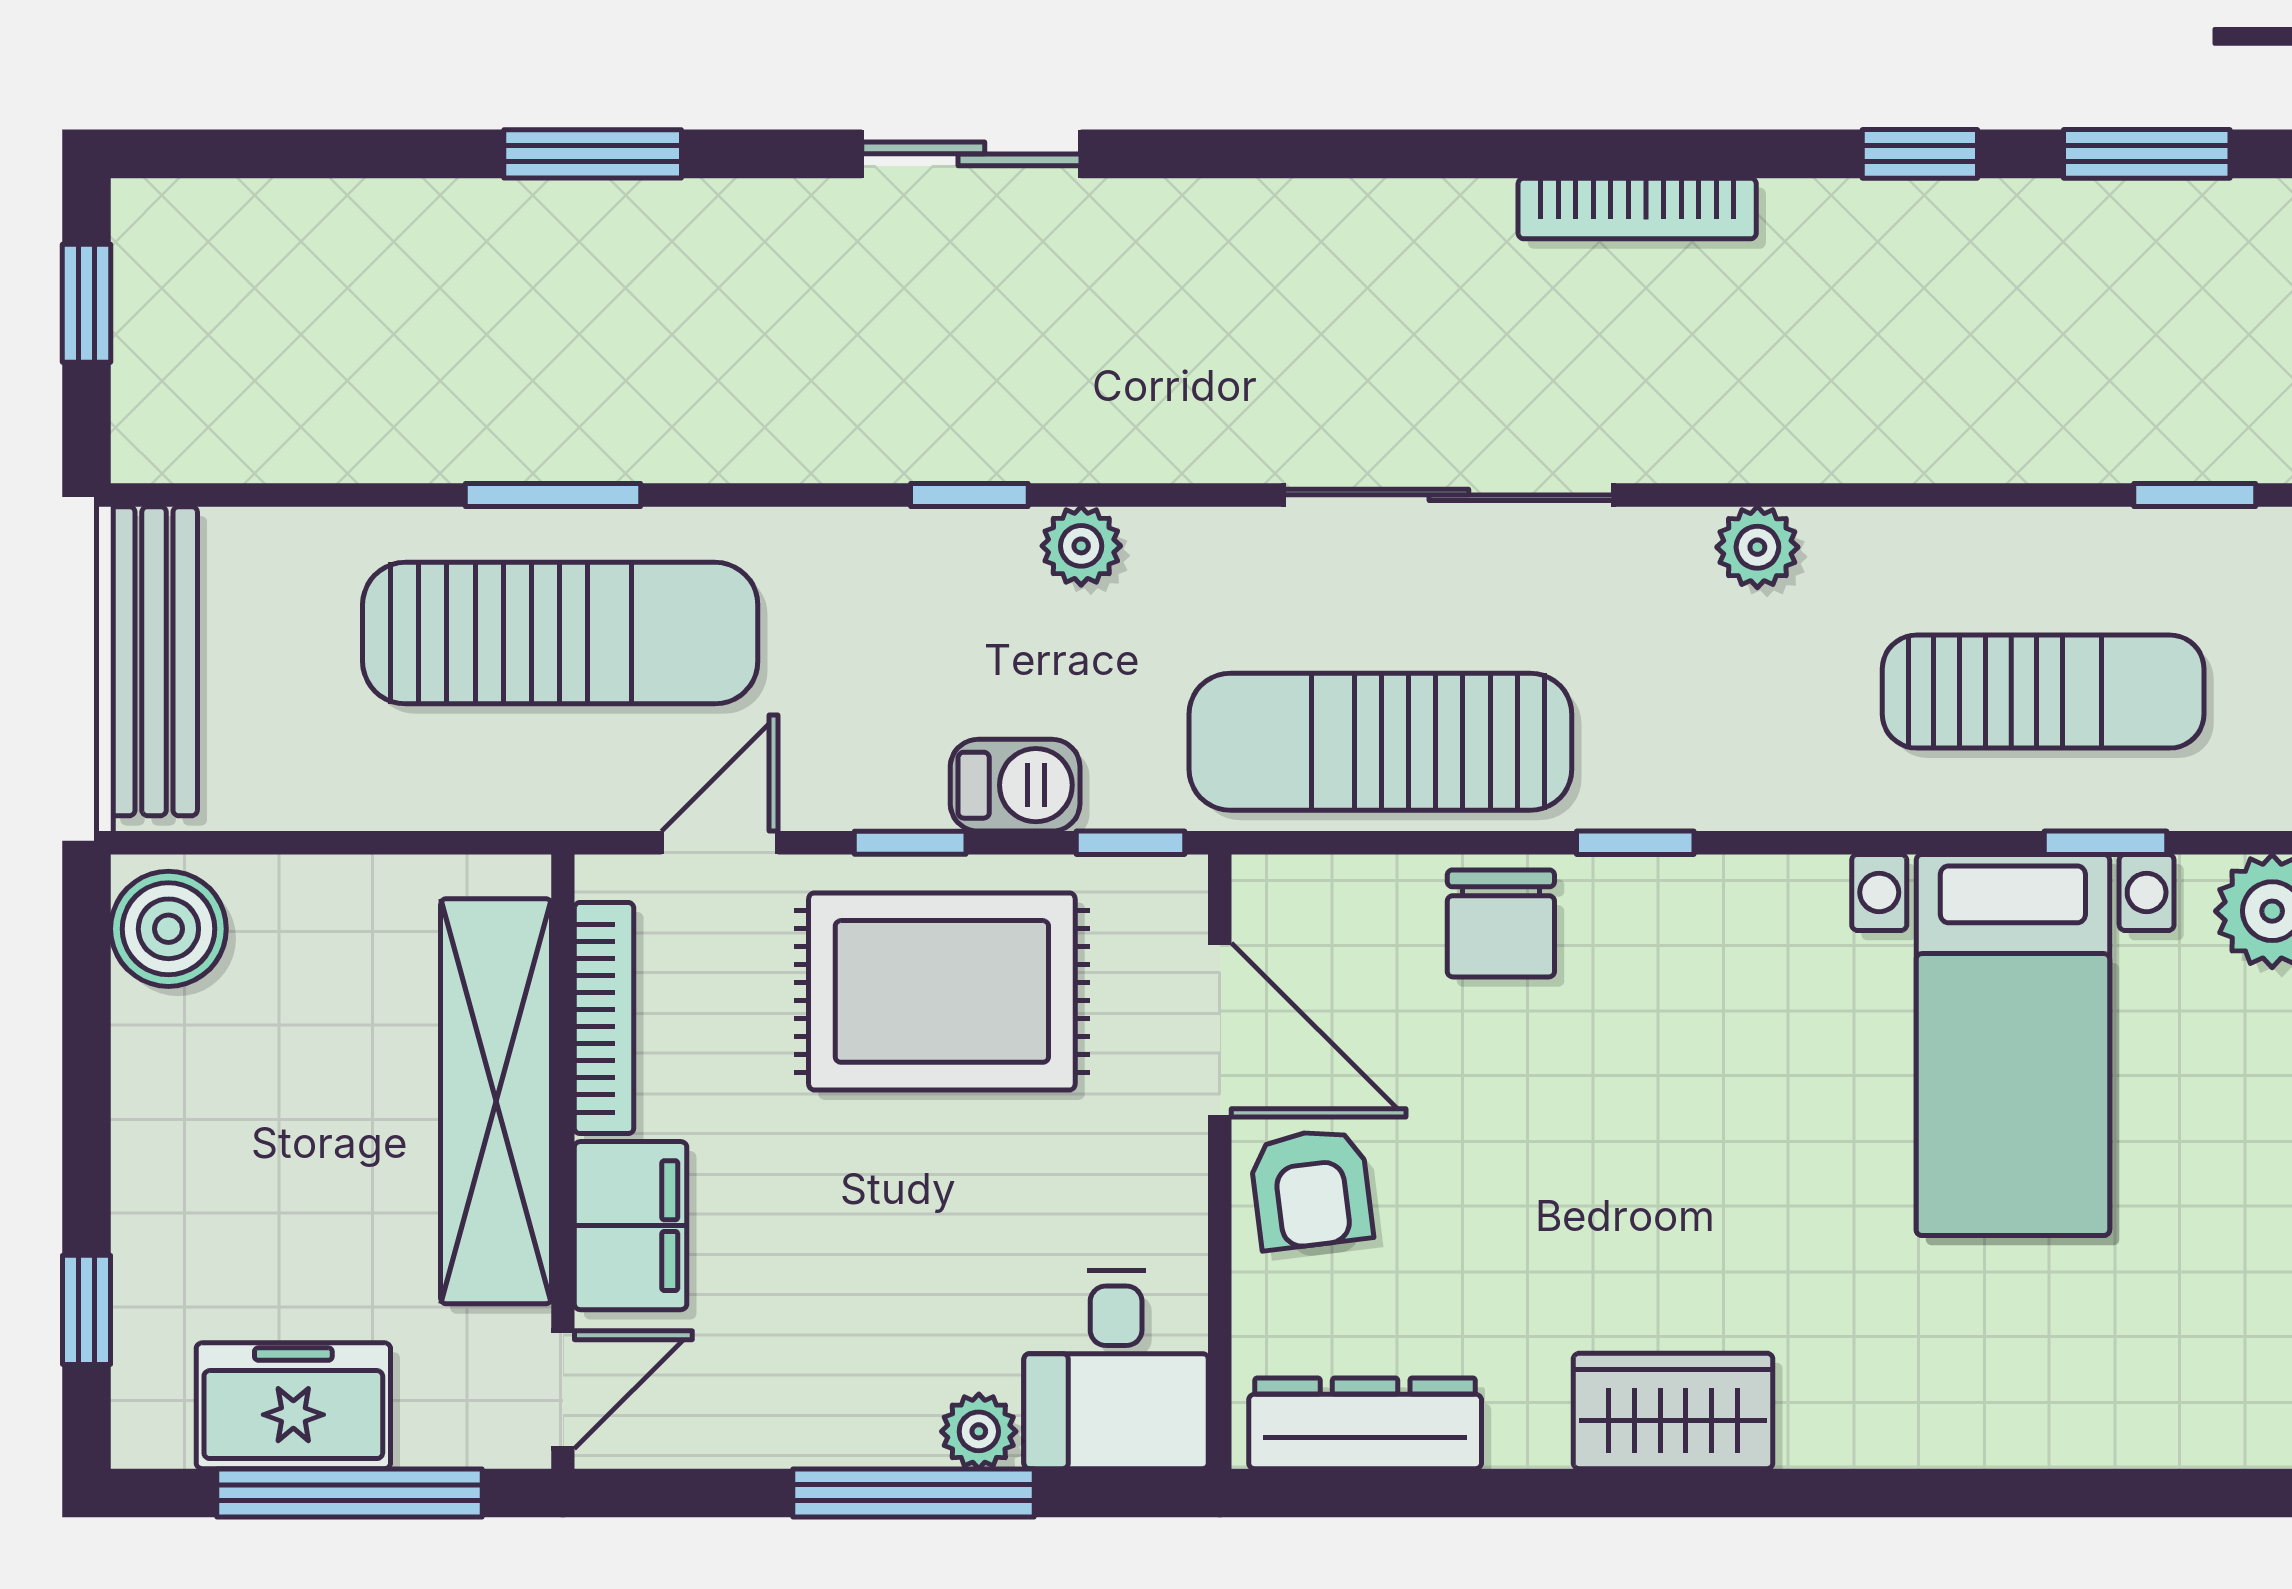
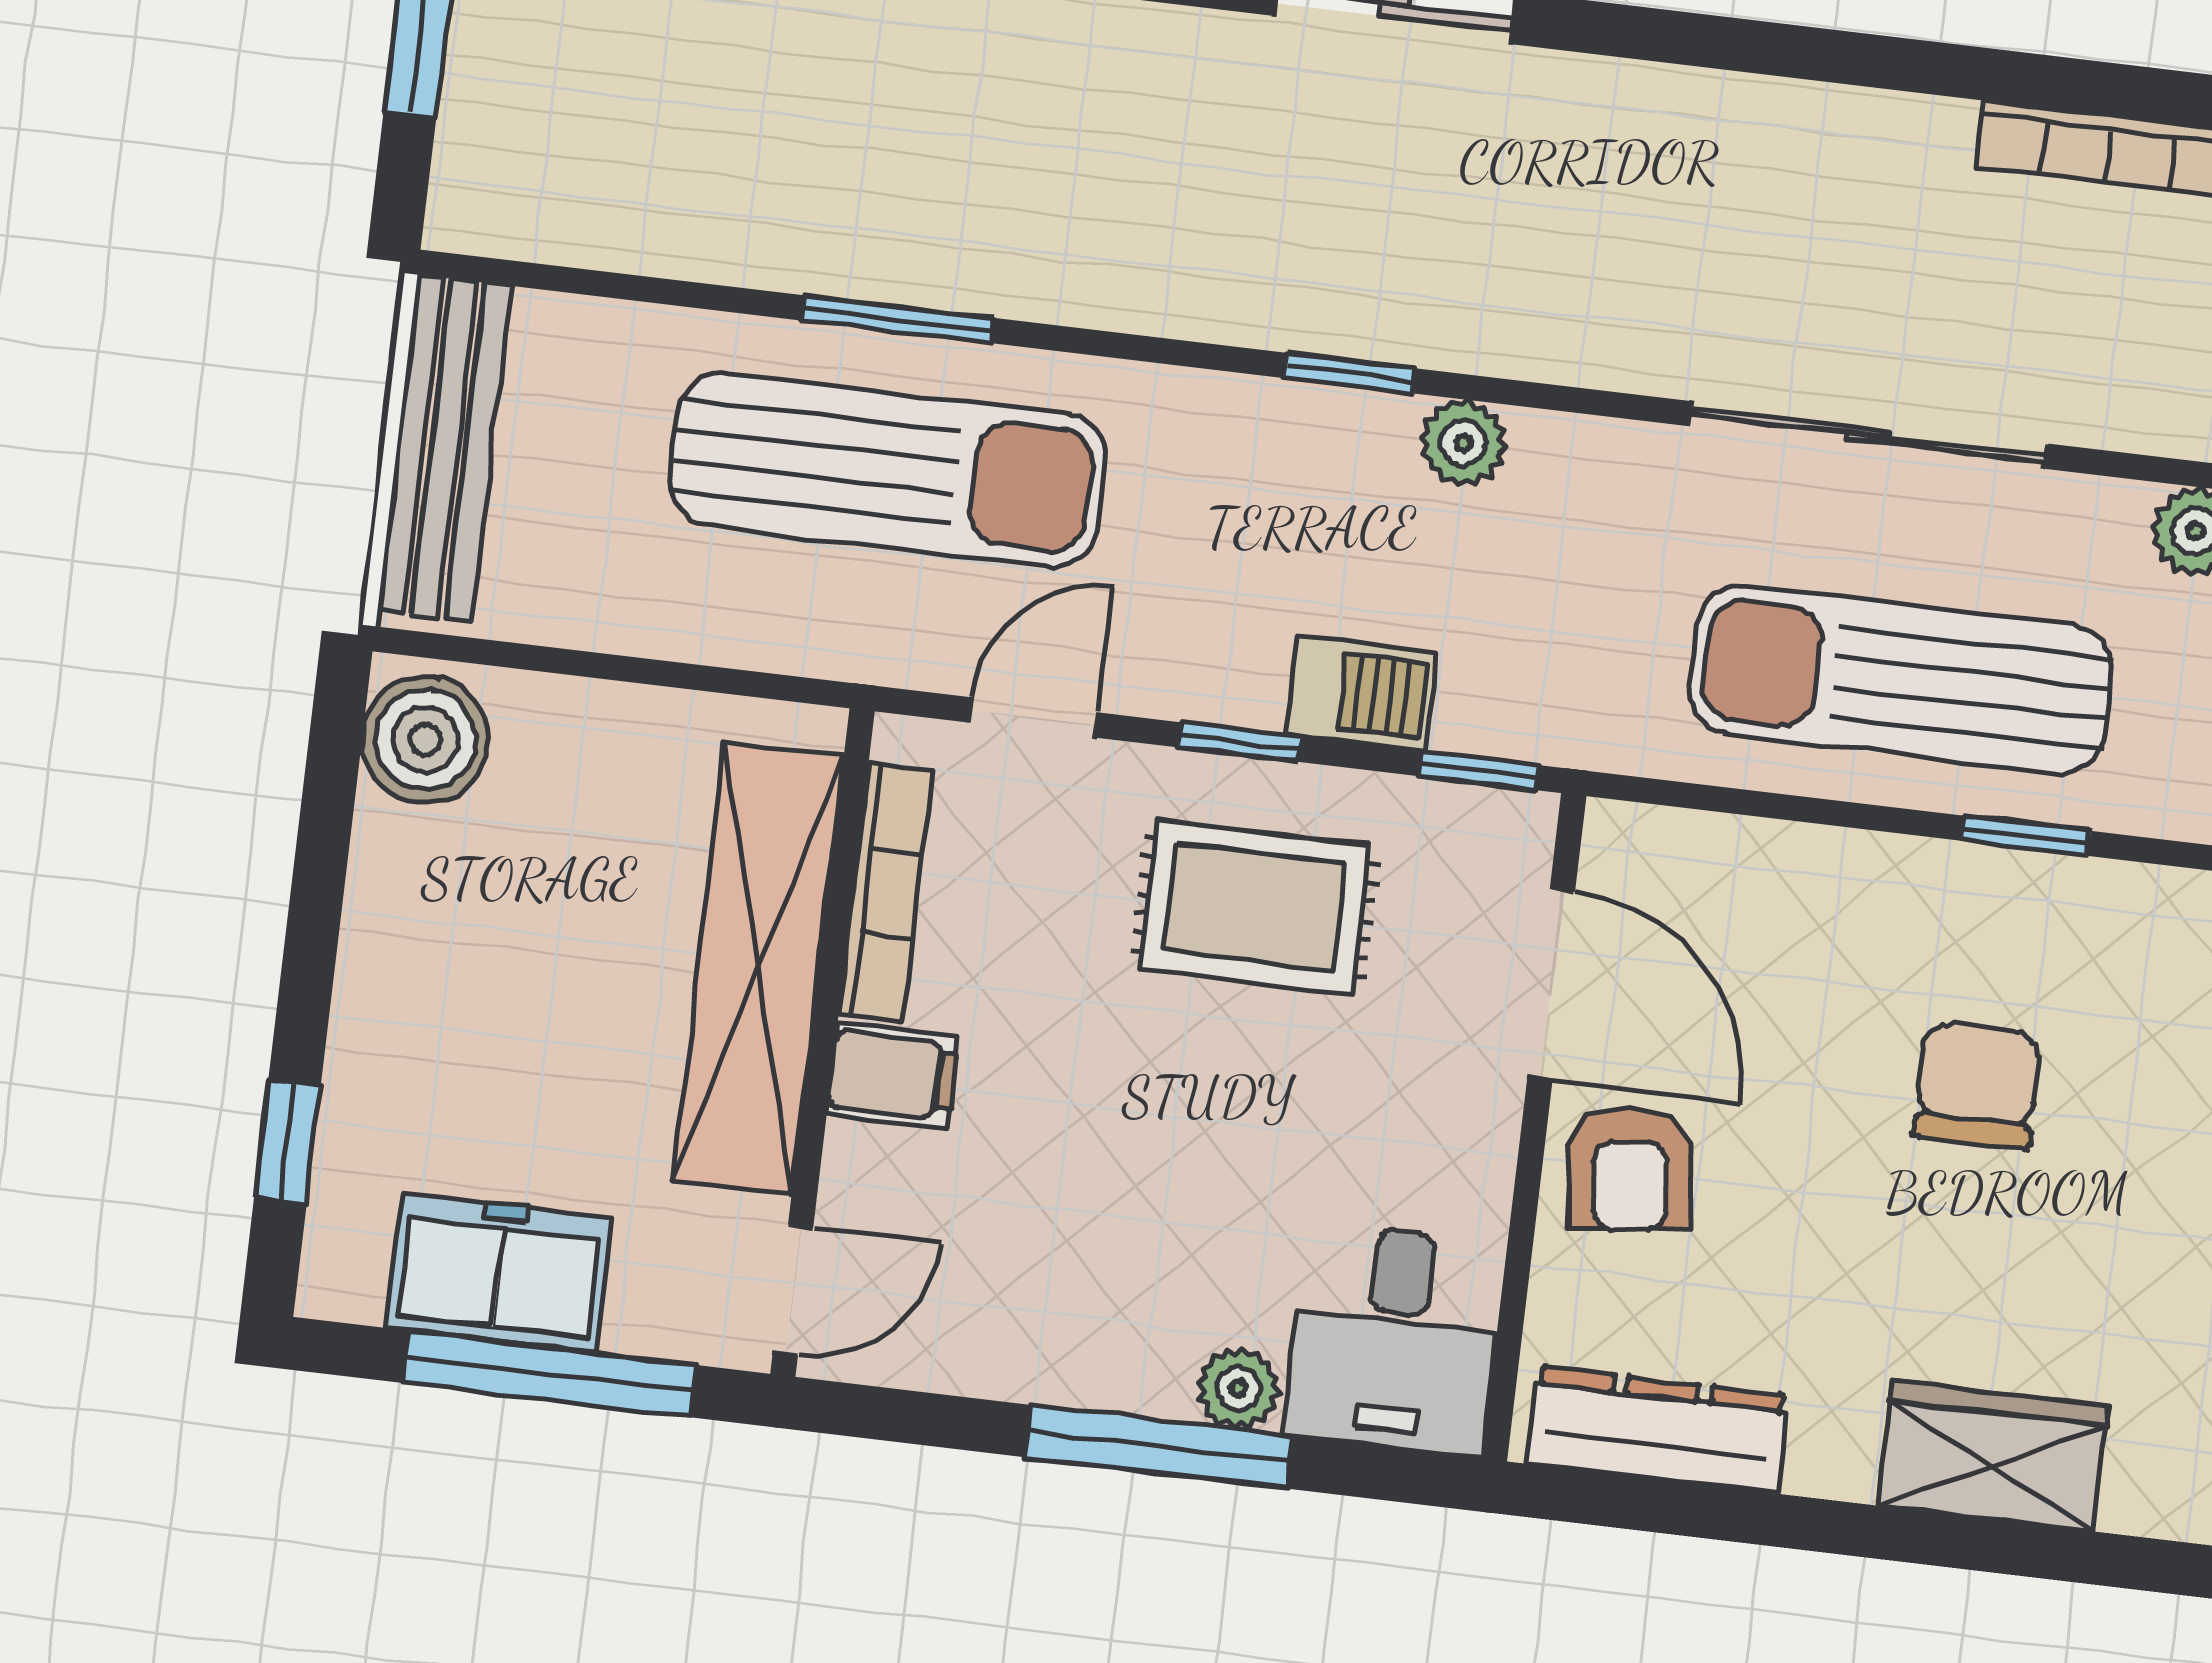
sun lounger: (1380, 742) -> (1901, 680), moved
chair: (1501, 923) -> (1978, 1085), moved, turned 180
rug: (942, 991) -> (1255, 907), width x0.73, depth x0.70
filing cabinet: (631, 1226) -> (893, 1075), width x0.50

